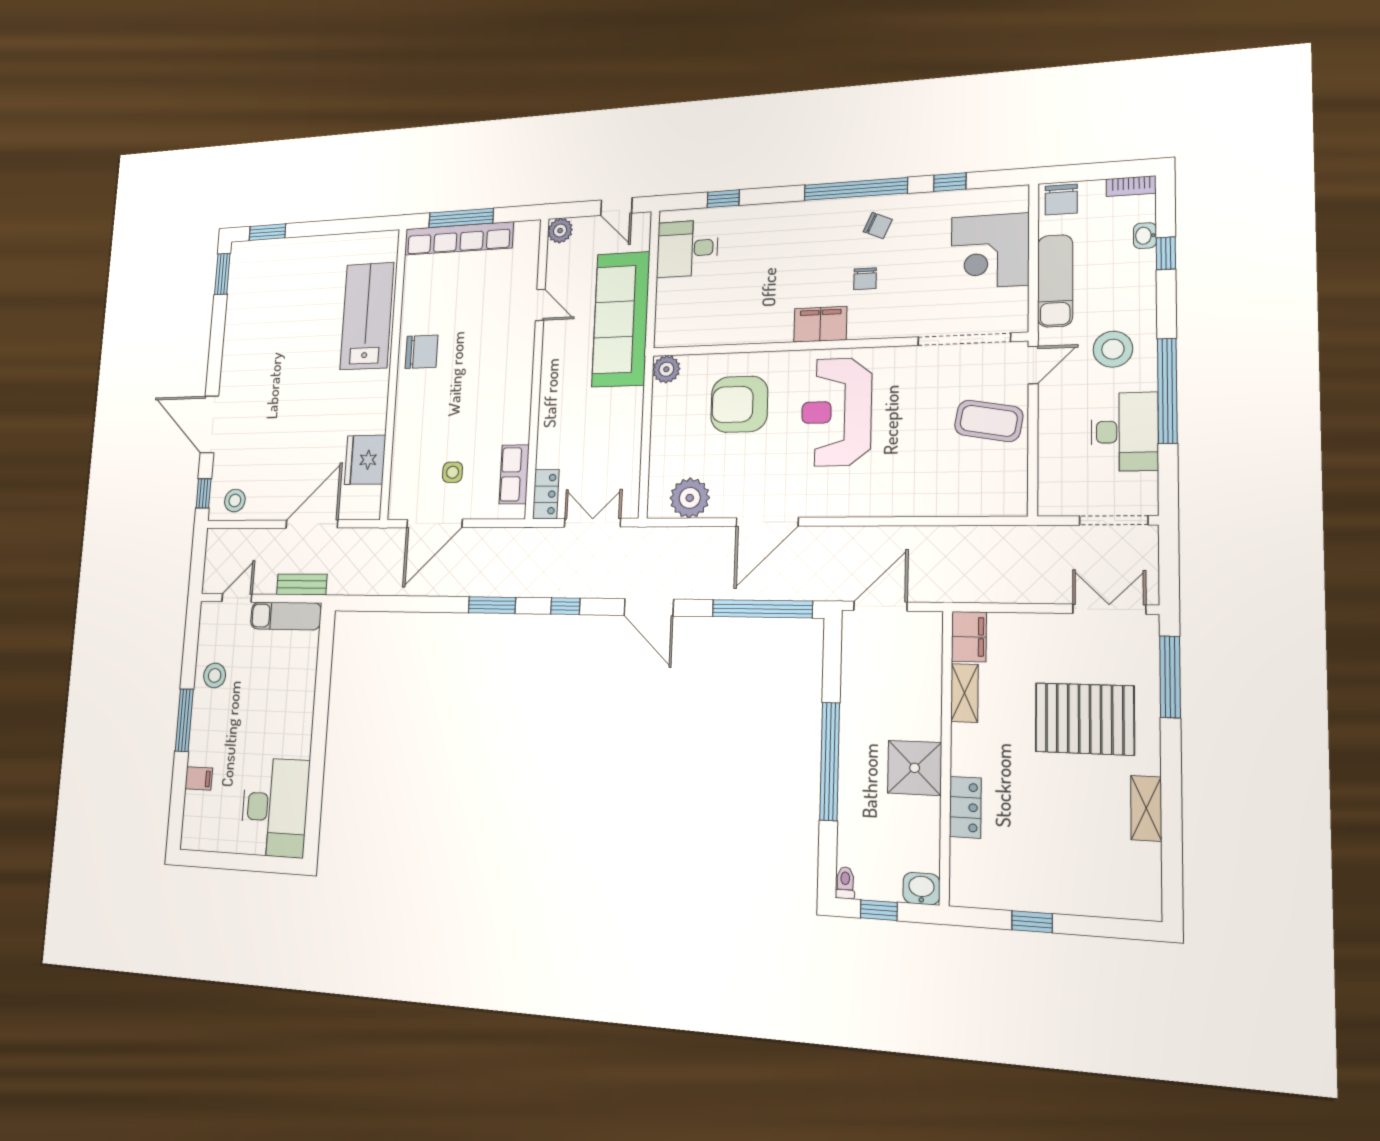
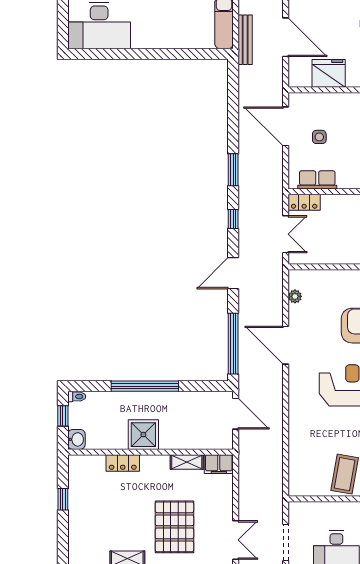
plant: (690, 498) -> (295, 296), width x0.53, depth x0.53
bench: (302, 584) -> (245, 40), width x1.36

